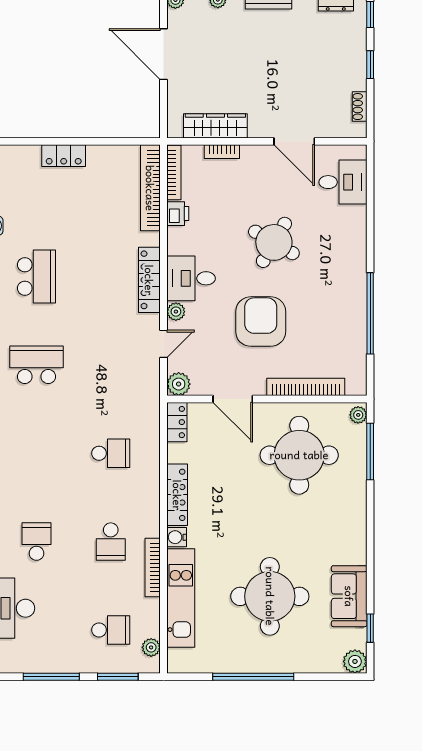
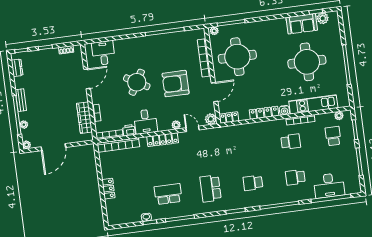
desk: (191, 278) -> (145, 122), moved
school desk: (111, 453) -> (253, 183), moved, turned -90
plant: (355, 661) -> (323, 18), moved

